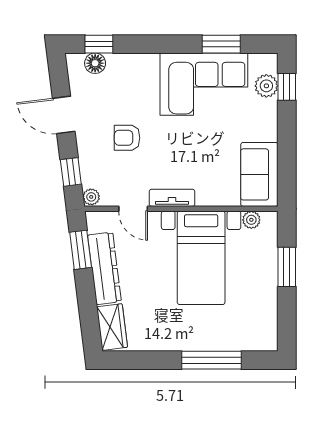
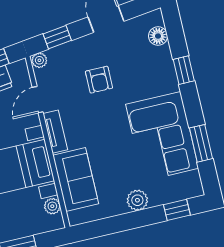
window: (99, 44) -> (184, 70), moved
plant: (266, 86) -> (137, 200), moved
armchair: (127, 138) -> (99, 80), turned 180
sofa: (259, 174) -> (76, 179), moved, turned 90

